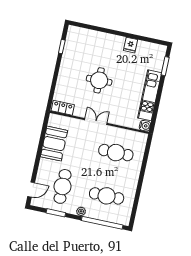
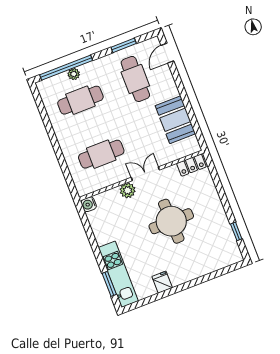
round table: (99, 80) -> (171, 221), width x1.36, depth x1.36
kitchen unit: (150, 95) -> (118, 274), moved
plant: (114, 118) -> (128, 190), added
double door: (96, 122) -> (145, 174), swing flipped
plant: (81, 211) -> (74, 74), moved

